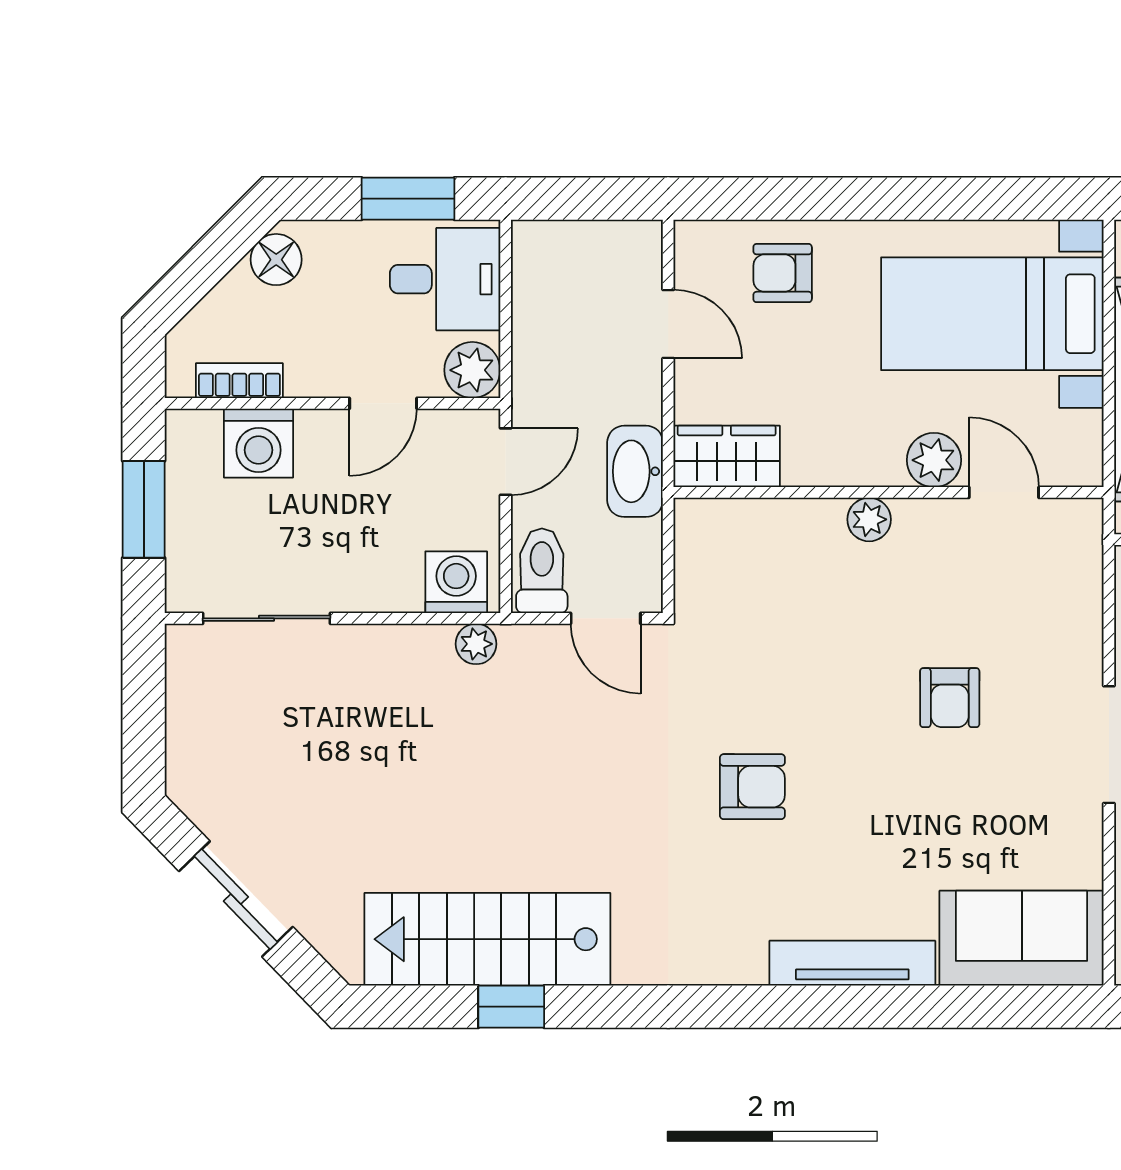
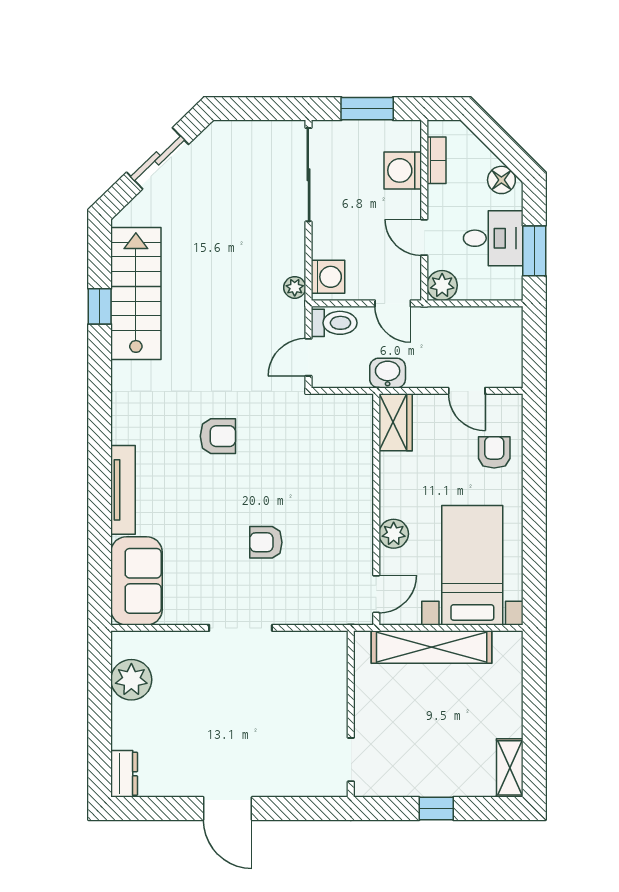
desk: (445, 279) -> (493, 238), moved, turned -90
door: (668, 324) -> (467, 391), hinge flipped
washbasin: (635, 471) -> (388, 373), width x0.72
door: (1004, 492) -> (376, 594), moved
plant: (869, 519) -> (362, 499), removed
sliding door: (266, 618) -> (308, 175), width x1.37
armchair: (752, 787) -> (218, 436), turned -90

